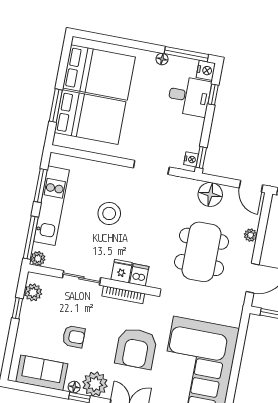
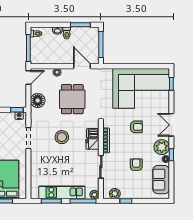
stool: (109, 213) -> (62, 137), moved
dining table: (201, 252) -> (72, 99), width x0.73
armchair: (136, 348) -> (136, 127), width x0.53, depth x0.53

